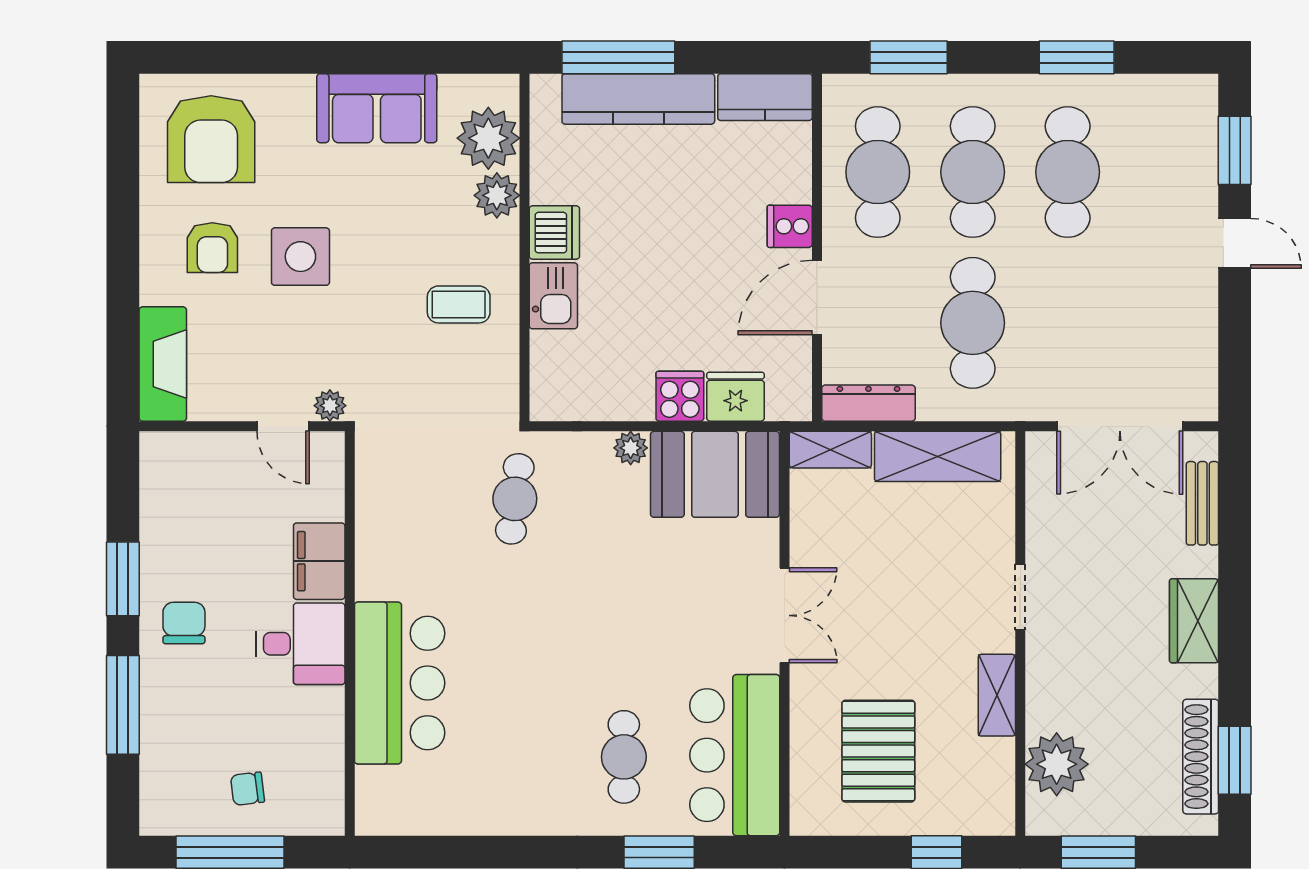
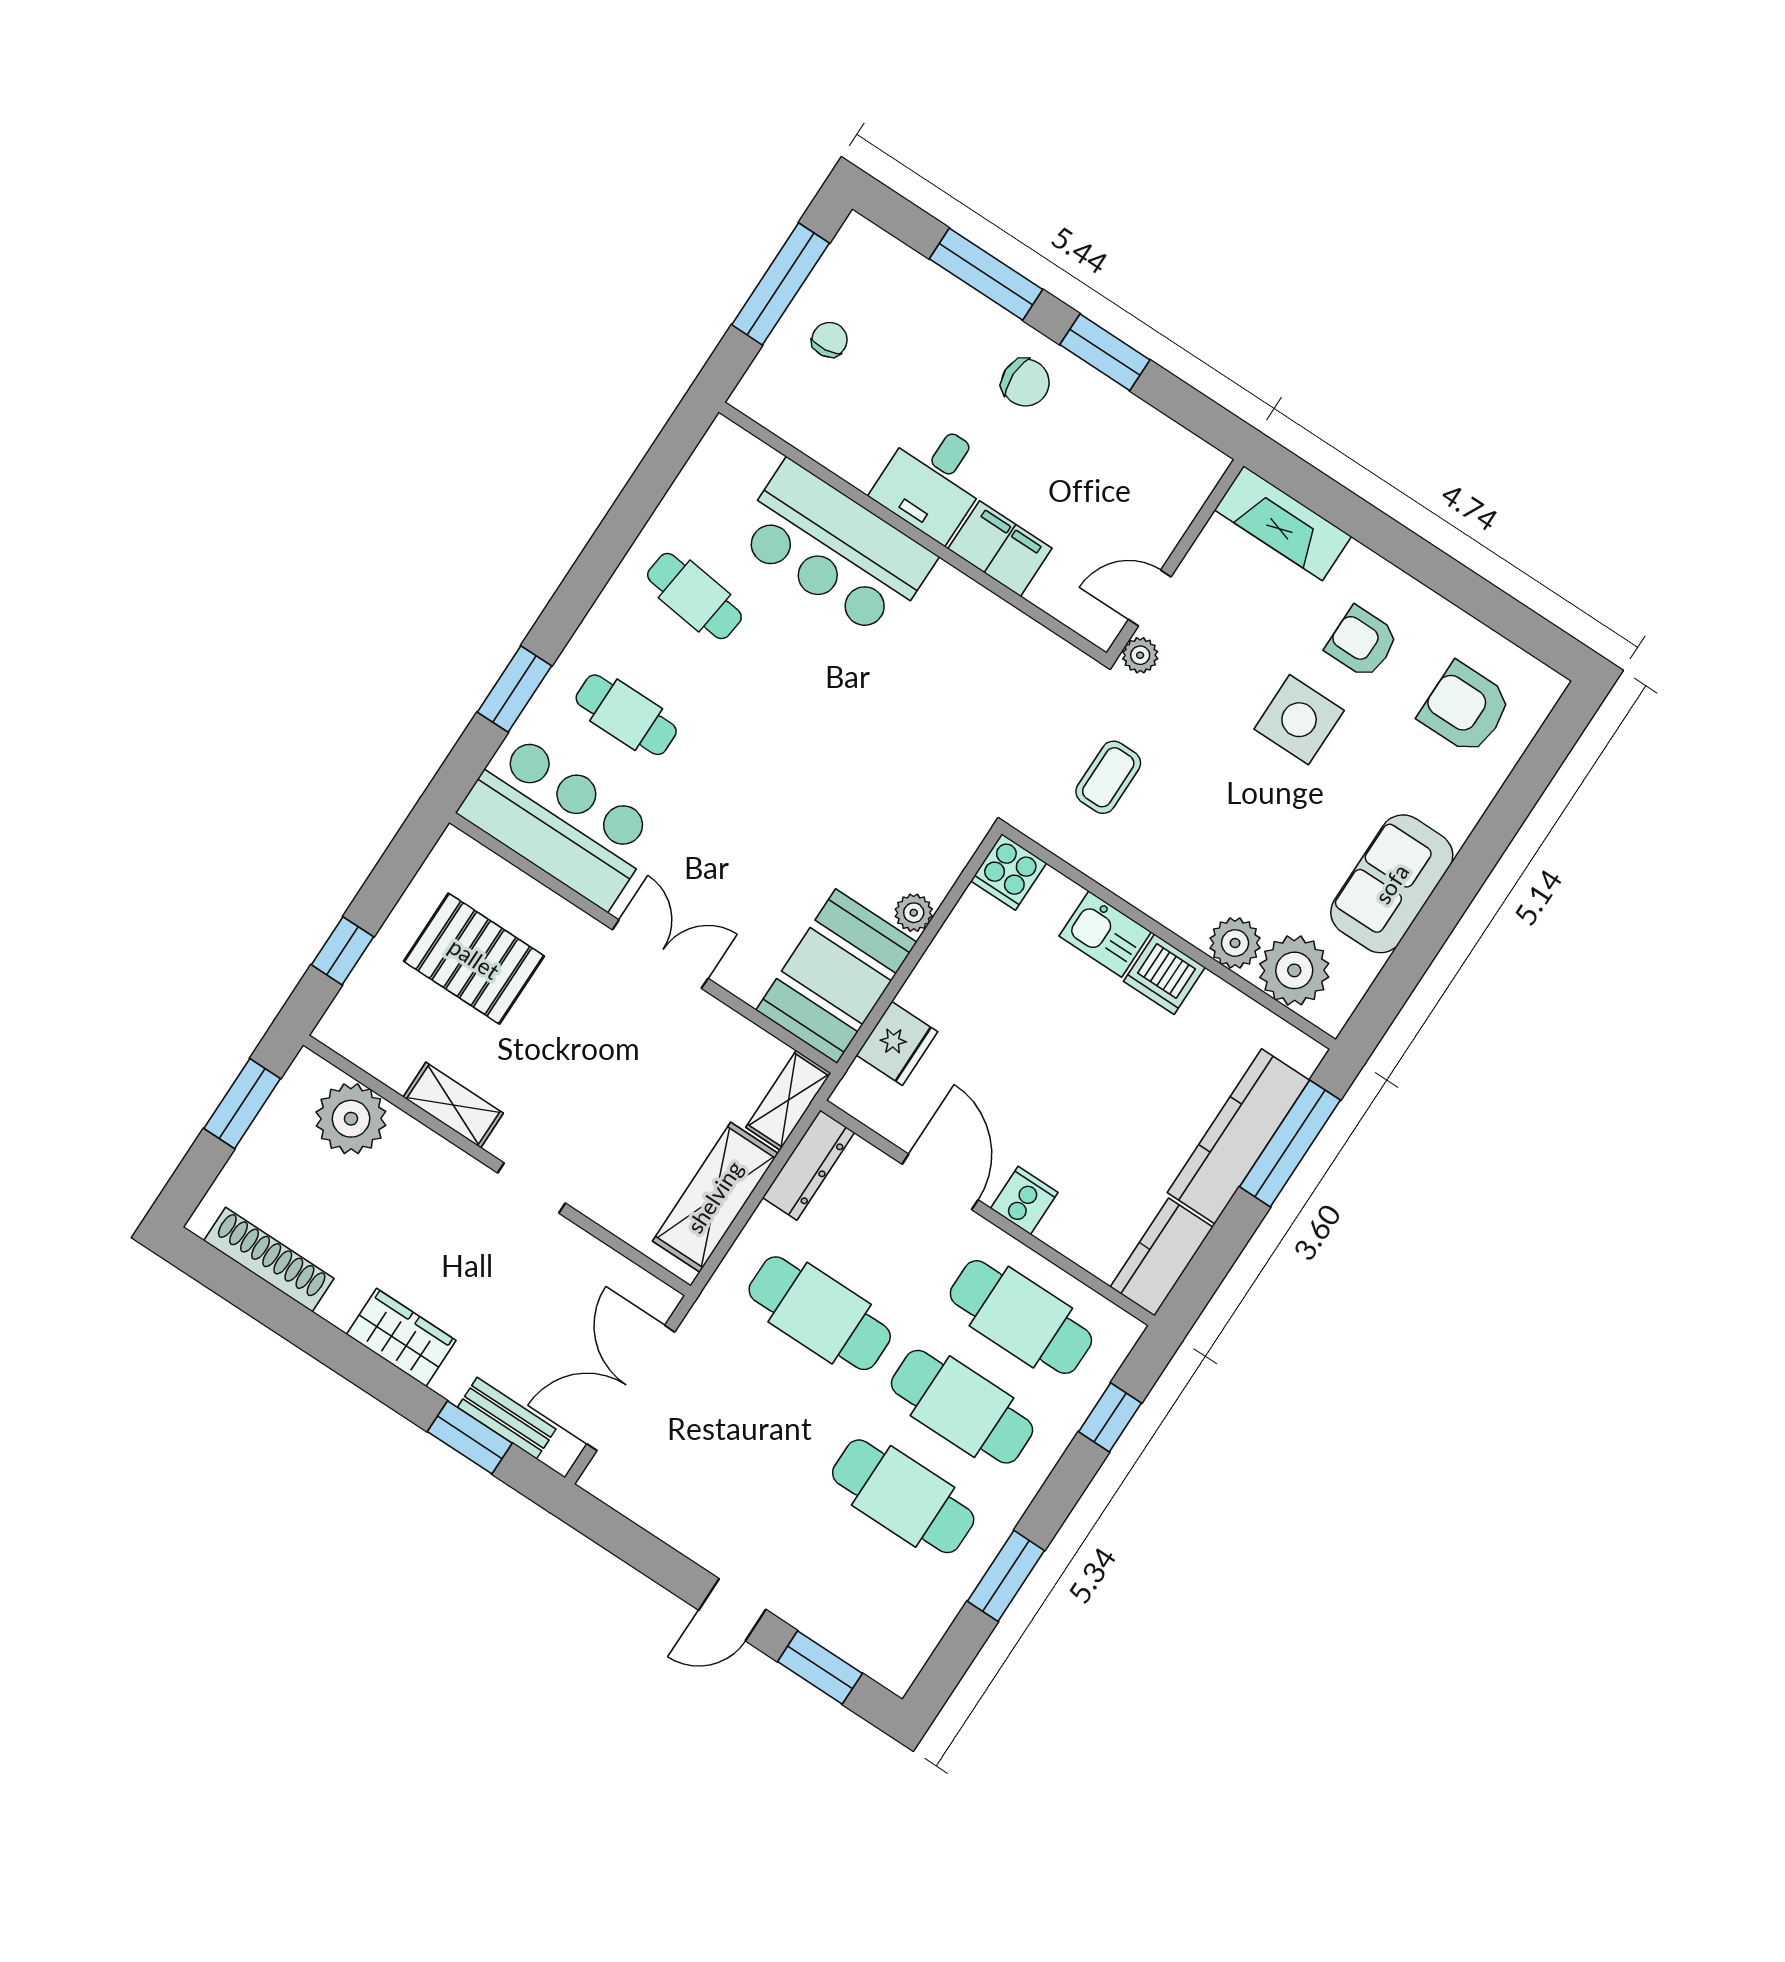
window: (909, 57) -> (1110, 1417), width x0.67
armchair: (211, 139) -> (1465, 708), width x0.73, depth x0.73
coffee table: (459, 304) -> (1108, 777), moved
cooker: (680, 396) -> (1008, 872), moved, turned 90
cafe table: (515, 499) -> (694, 596), moved
double door: (784, 615) -> (660, 954), swing flipped
window: (1235, 760) -> (470, 1437), moved

